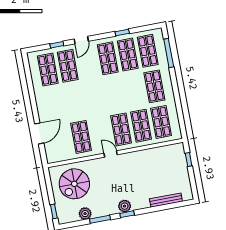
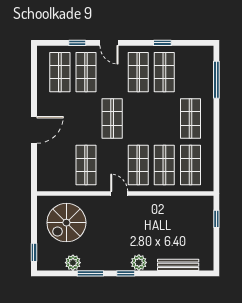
door: (81, 40) -> (109, 43), hinge flipped
shop shelf: (148, 51) -> (112, 119), moved
door: (39, 133) -> (34, 130), moved
plant: (125, 206) -> (139, 263), moved

